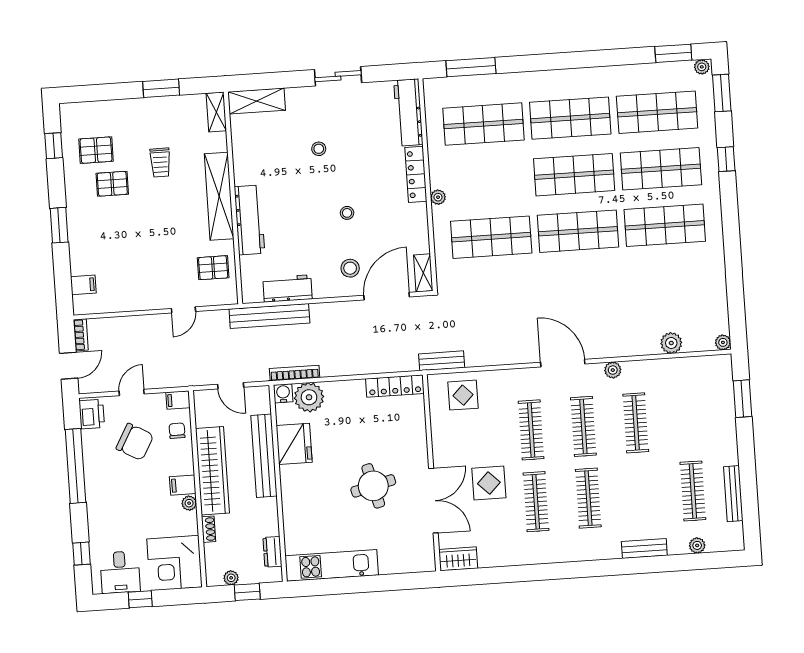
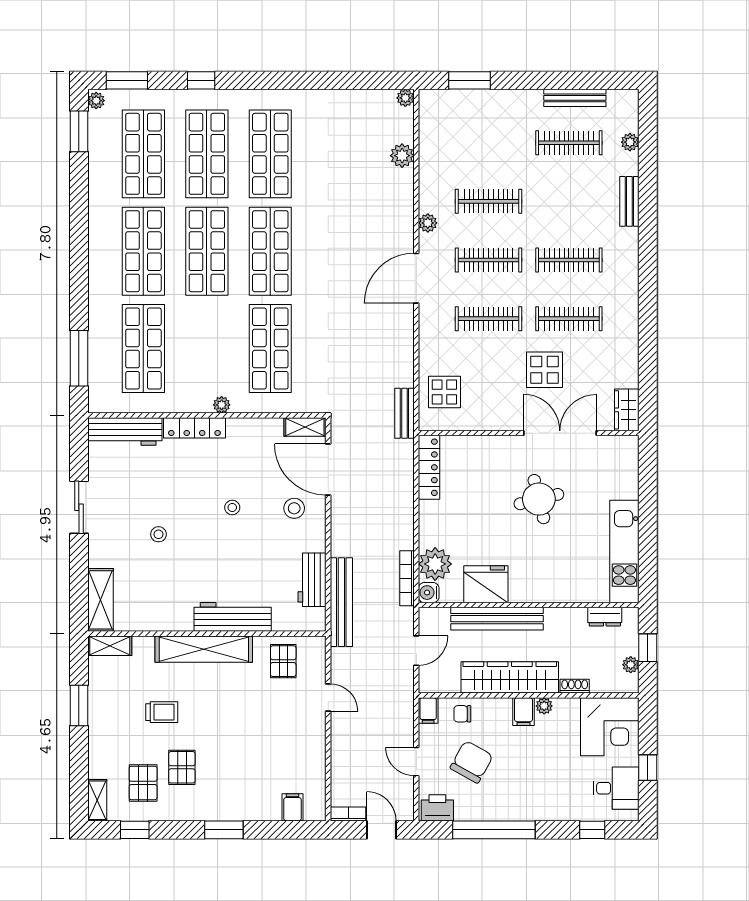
shelving: (78, 110) -> (97, 800), added

